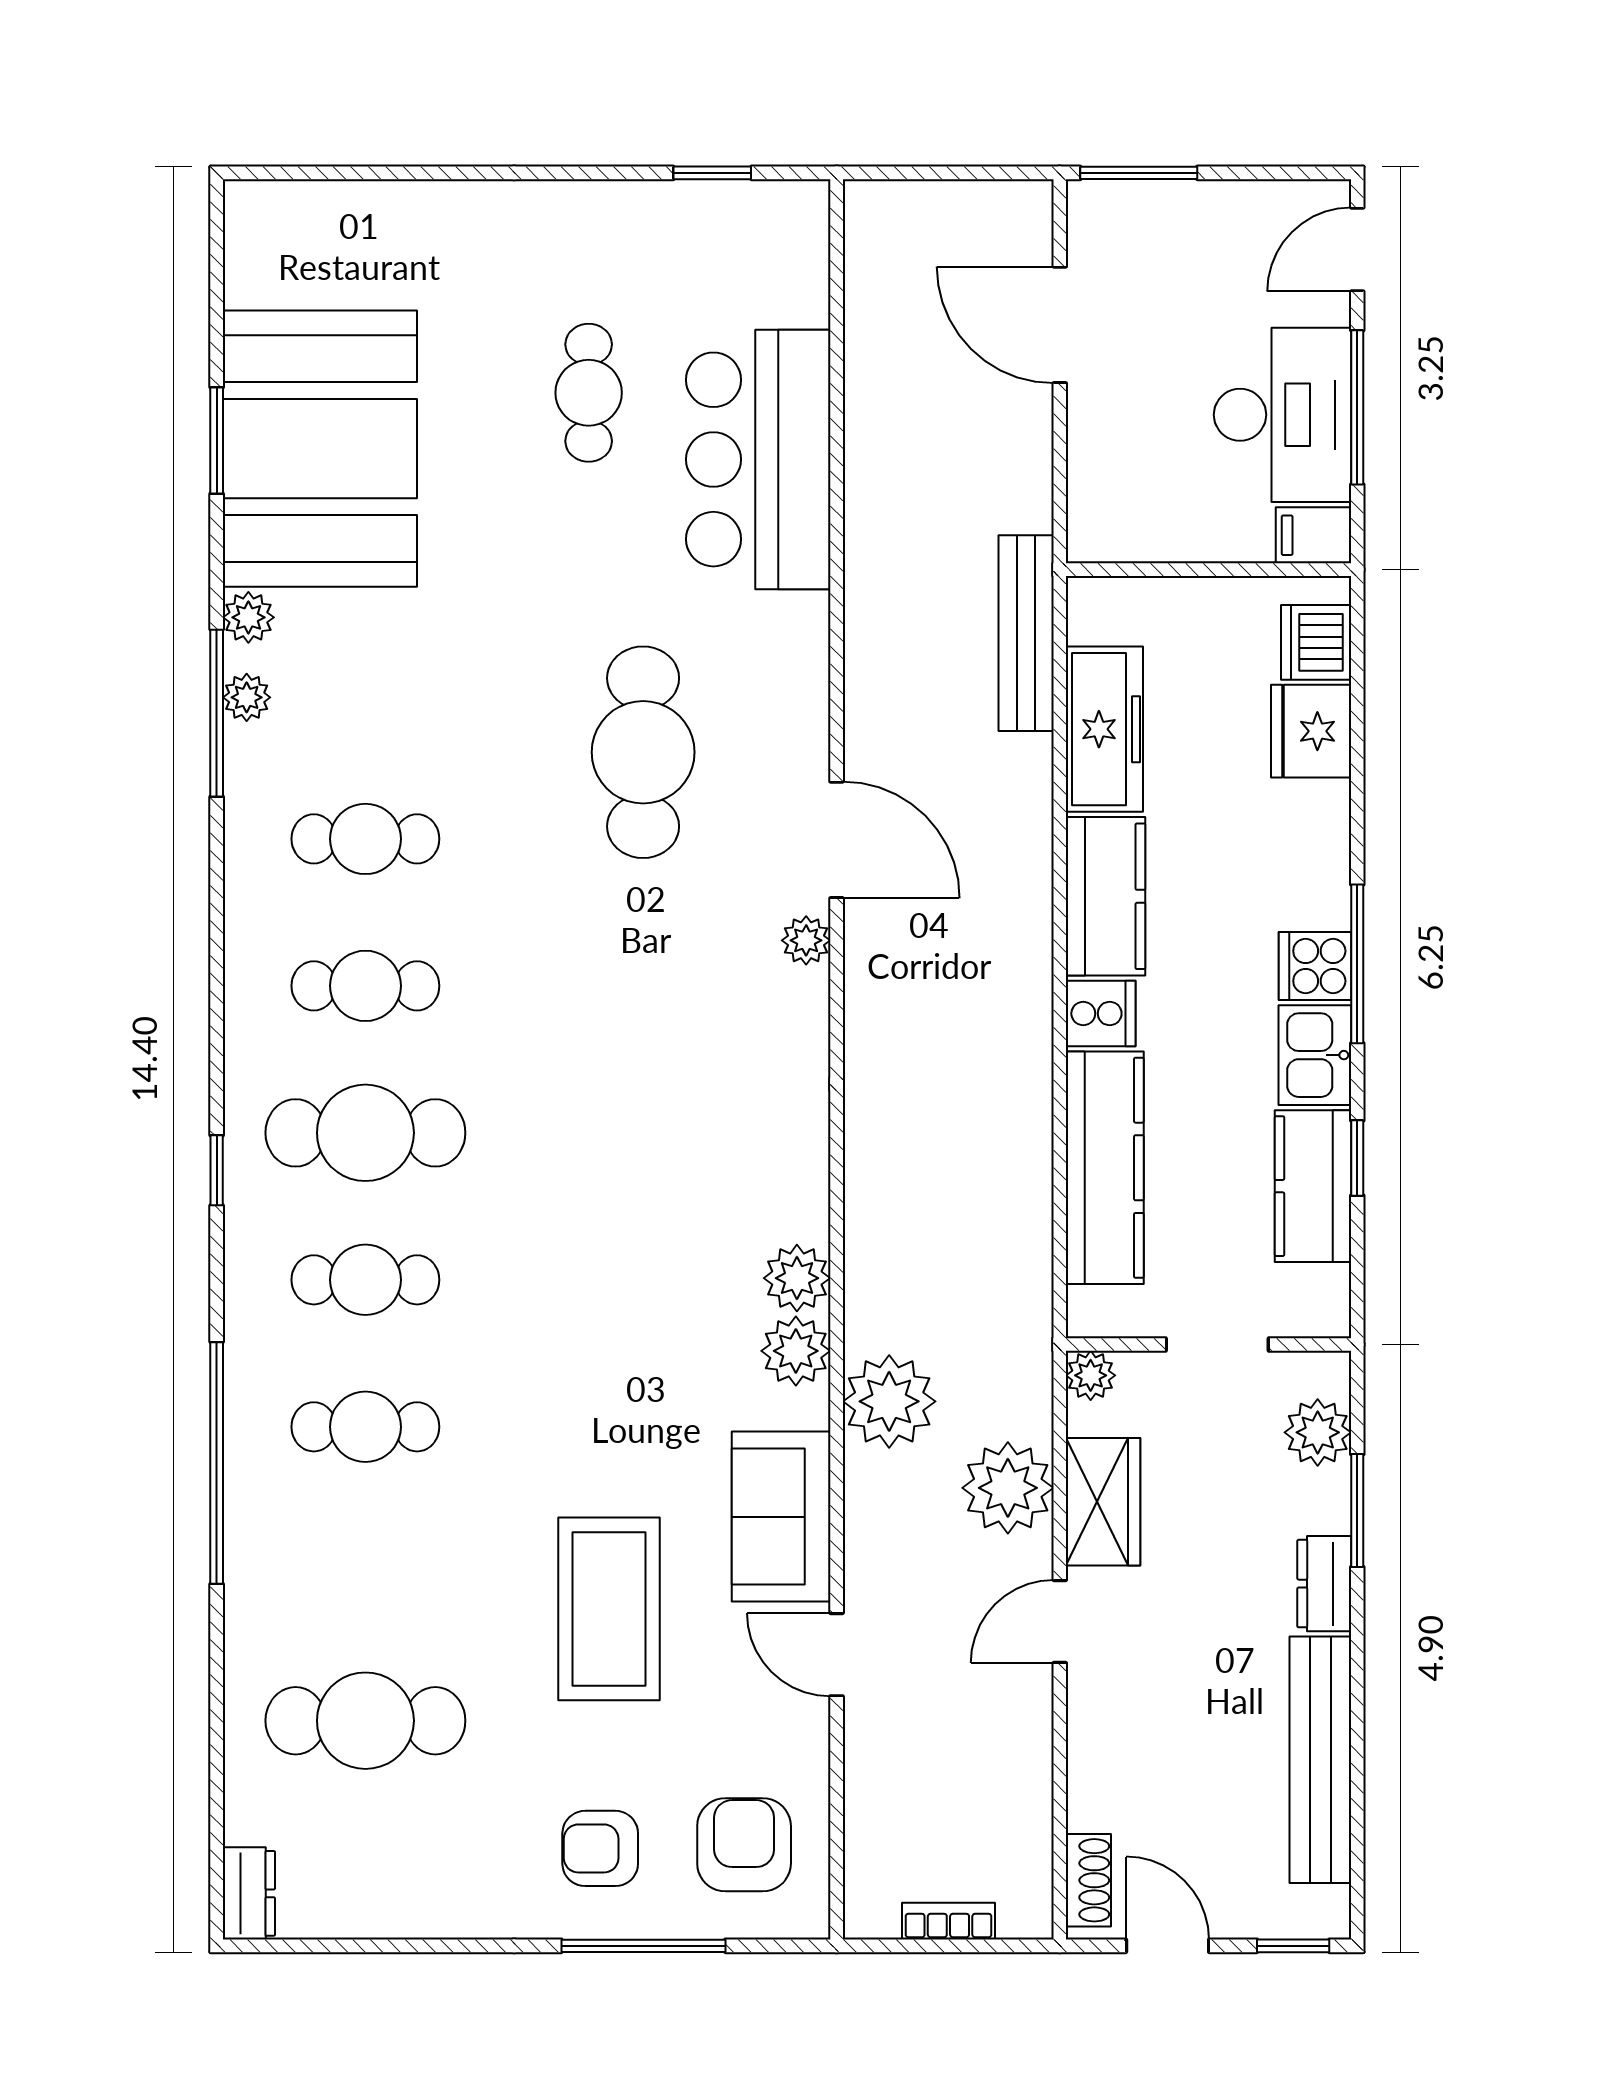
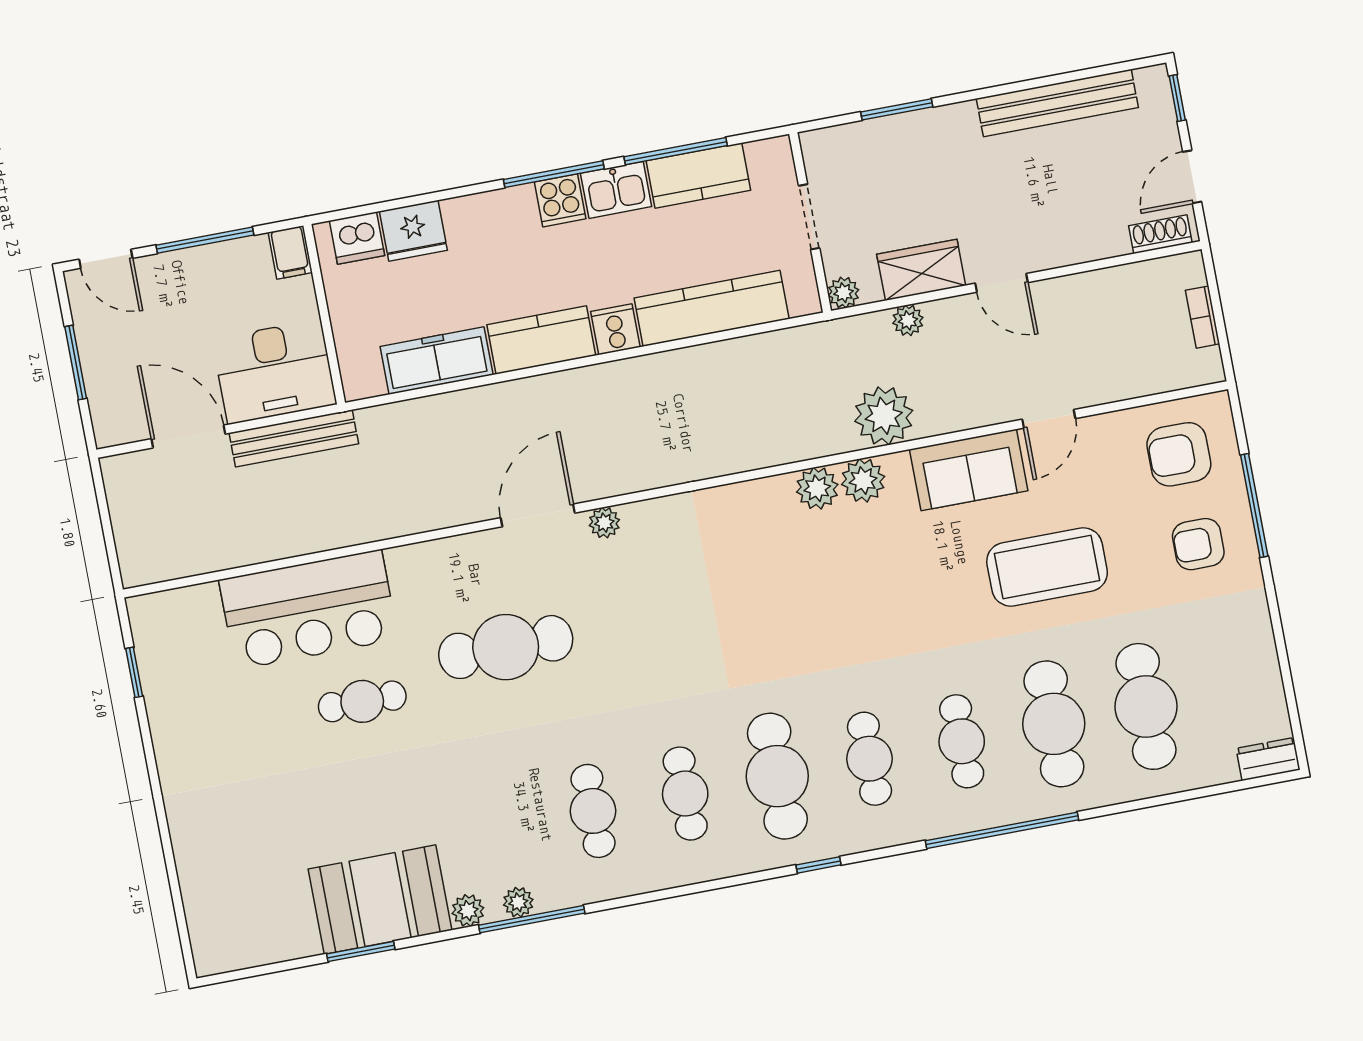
window: (1139, 173) -> (76, 363), moved
door: (1060, 325) -> (188, 436), swing flipped
cafe table: (589, 393) -> (362, 701), moved
desk: (1283, 415) -> (274, 372), moved, turned 180
booth: (320, 449) -> (380, 900), width x0.73, depth x0.70
bench: (1026, 633) -> (294, 438), moved
window: (1357, 1158) -> (676, 151), width x2.17
plant: (1318, 1432) -> (852, 143), removed
plant: (1008, 1488) -> (908, 320), width x0.53, depth x0.53
cafe table: (365, 1574) -> (1054, 724), added
dresser: (1324, 1584) -> (946, 121), removed
armchair: (600, 1848) -> (1198, 544), turned 90

